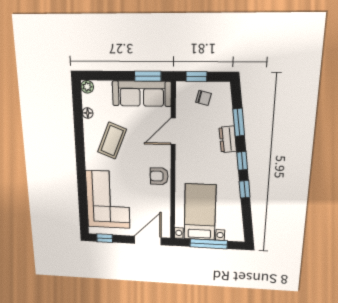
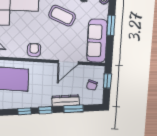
window: (148, 76) -> (111, 25), moved
door: (173, 131) -> (68, 62), swing flipped
dresser: (228, 139) -> (65, 101), width x1.44

